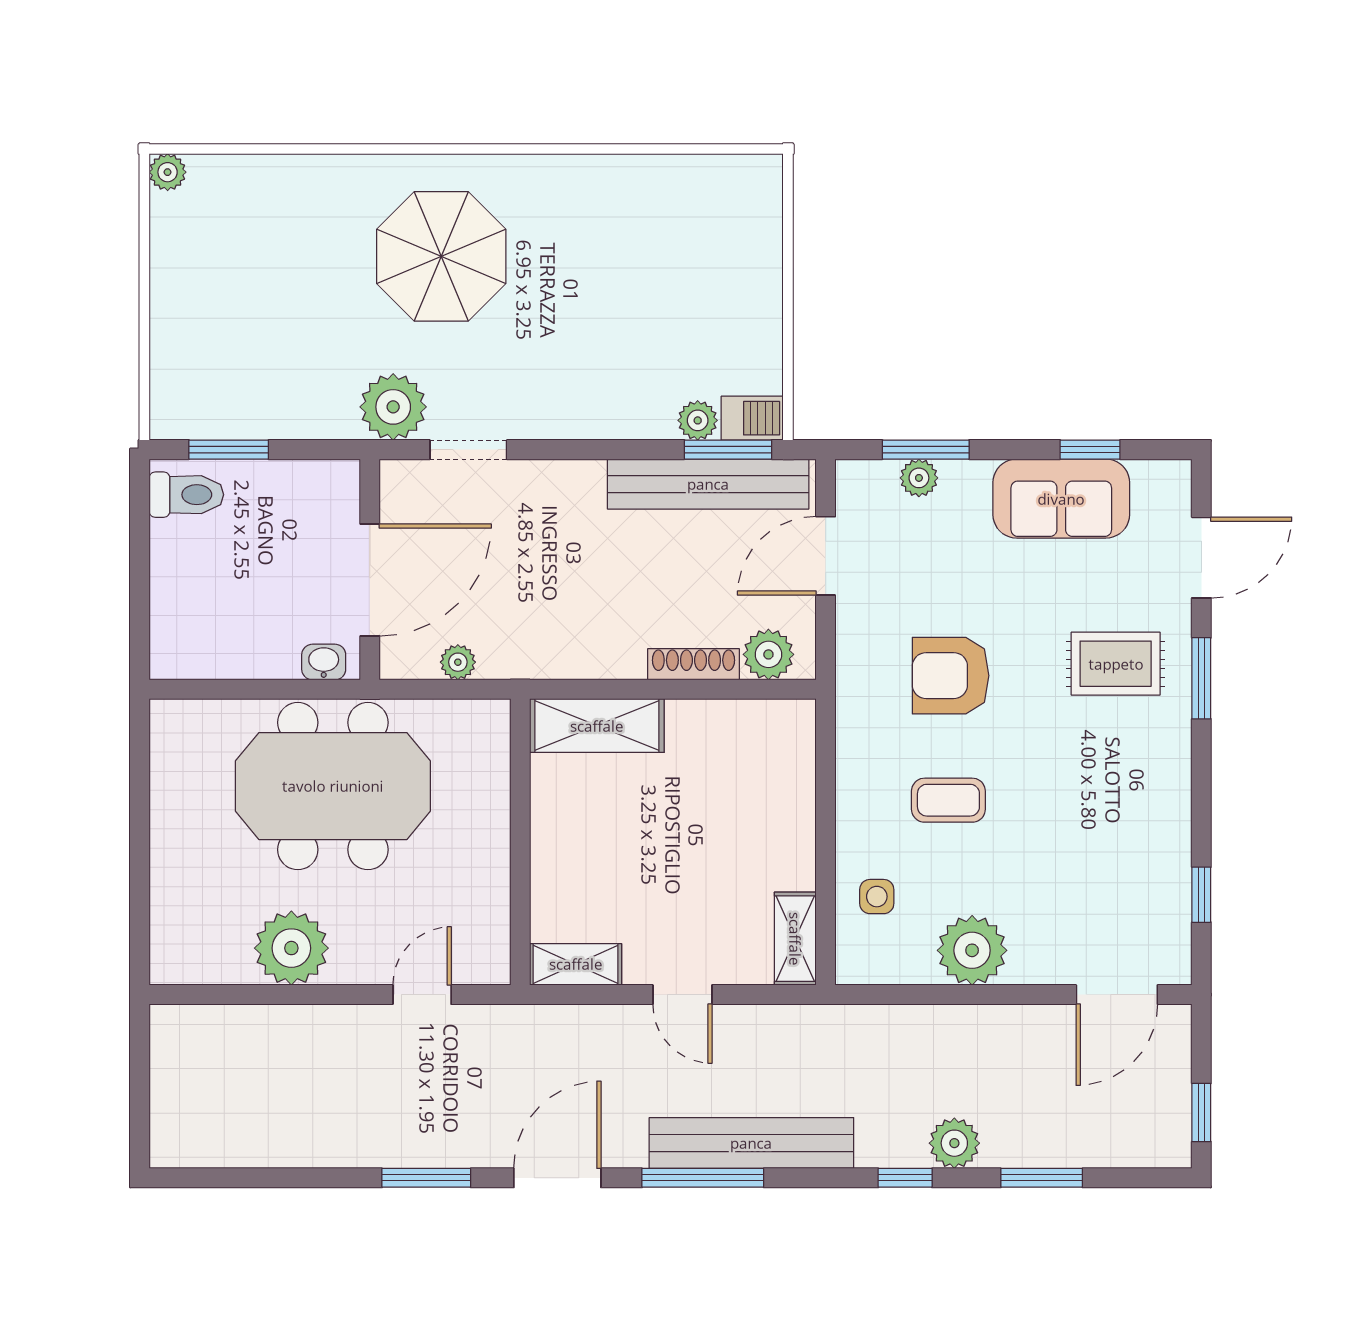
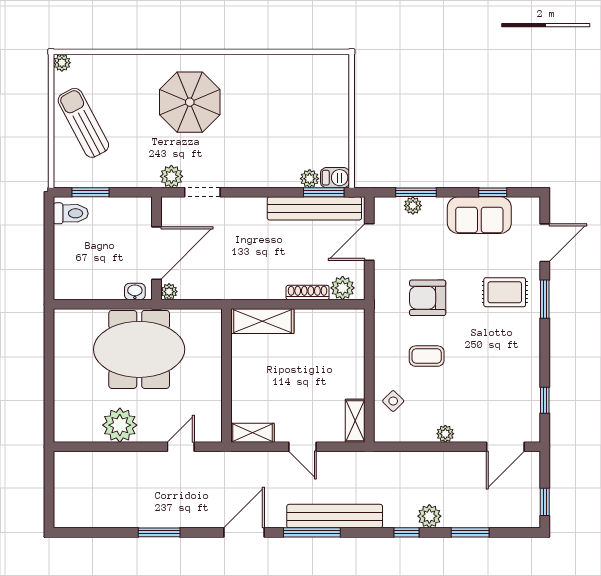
sun lounger: (213, 301) -> (83, 123), added
plant: (393, 407) -> (171, 176), width x0.73, depth x0.73
plant: (458, 662) -> (169, 292), moved
side table: (877, 897) -> (393, 401), turned 45
plant: (972, 950) -> (445, 434), width x0.53, depth x0.53
window: (426, 1178) -> (159, 532), moved

